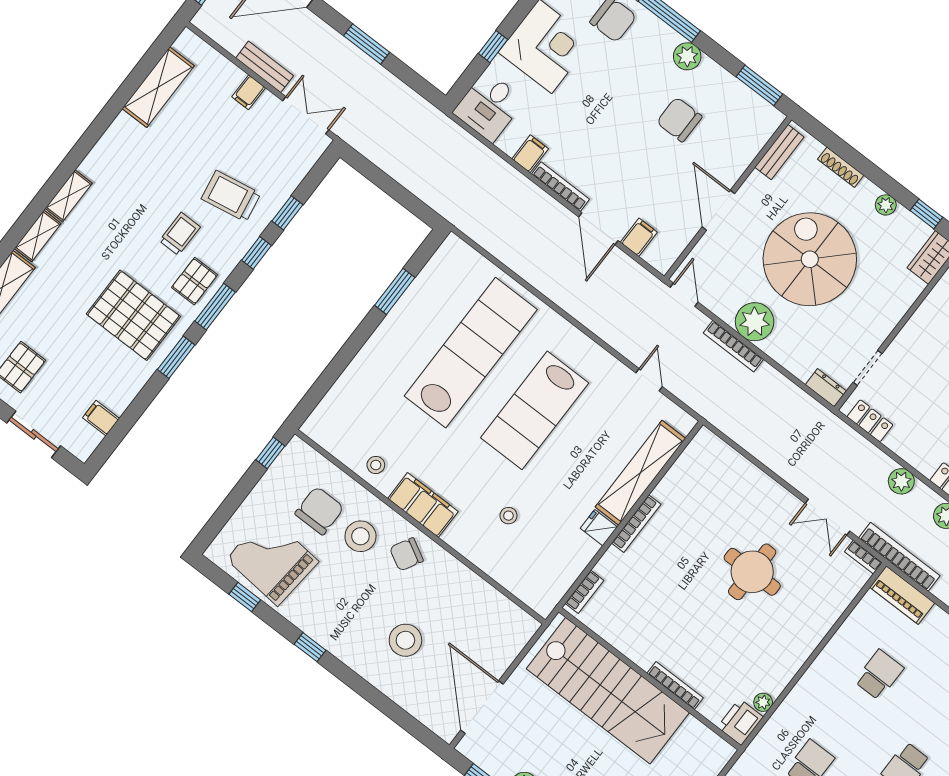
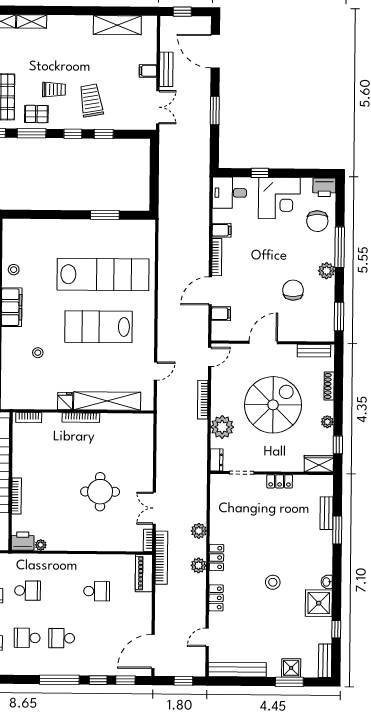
plant: (755, 322) -> (222, 427), moved
locker: (870, 421) -> (280, 481), moved, turned 90

